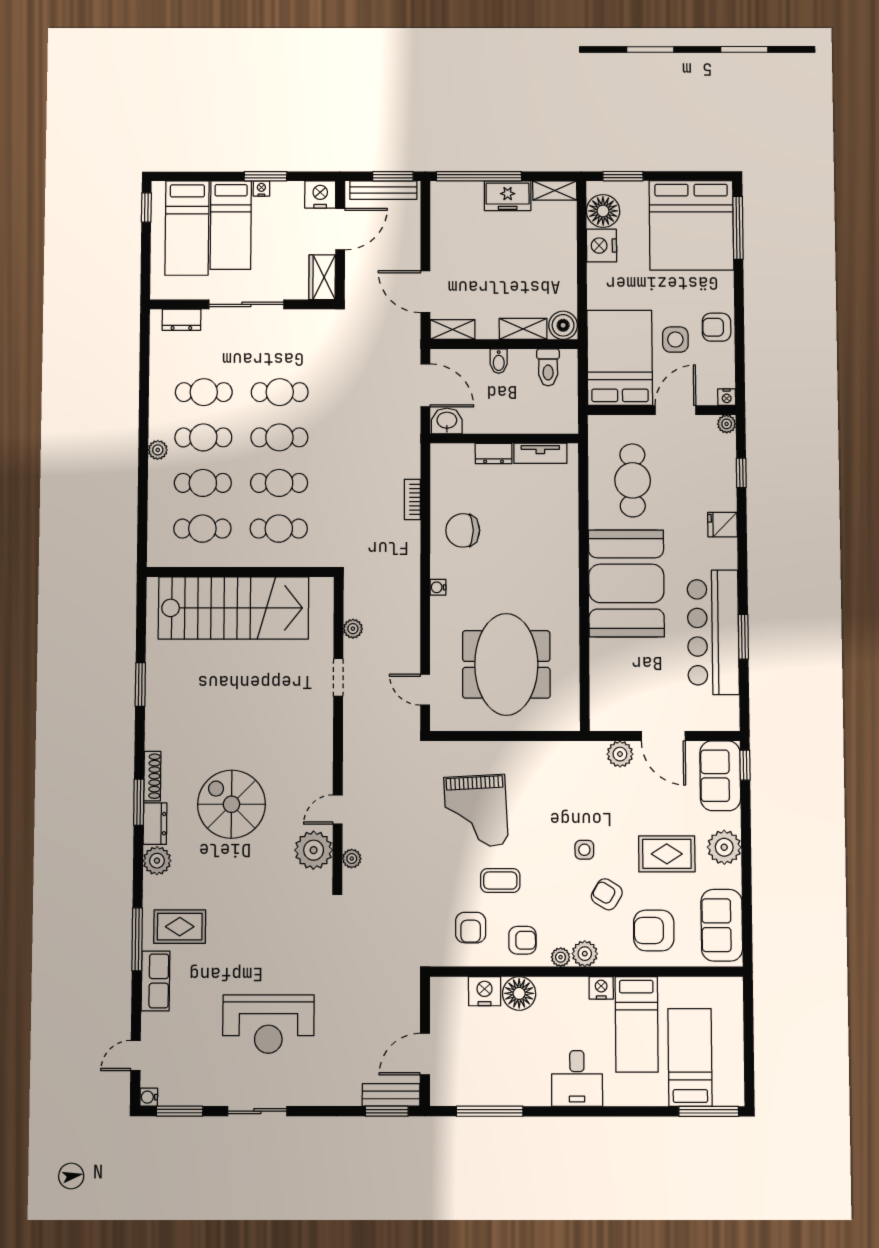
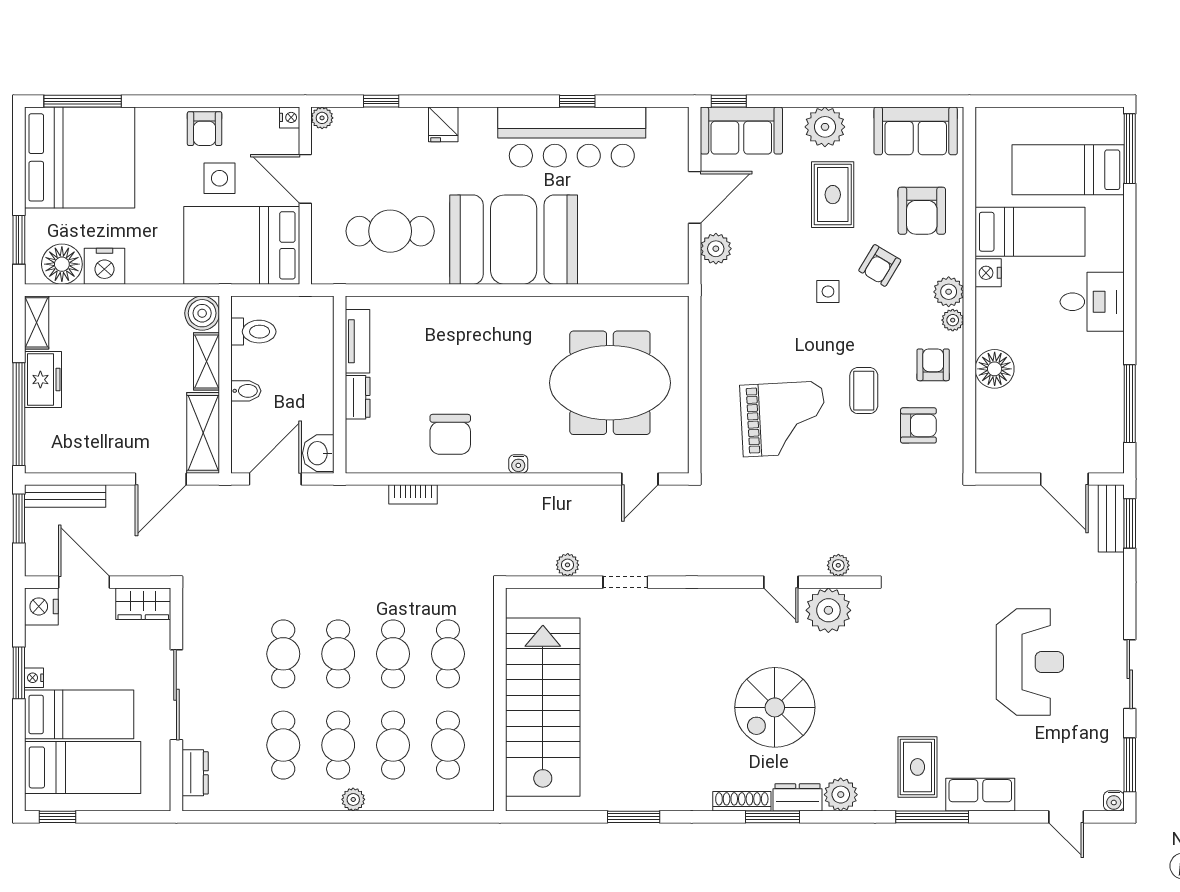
bench: (383, 190) -> (65, 496), moved, turned 90
shelving: (453, 330) -> (203, 433), width x1.50, depth x1.33
window: (743, 637) -> (577, 101), width x0.67
nightstand: (485, 991) -> (992, 409), removed

